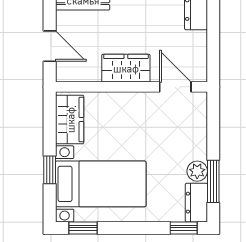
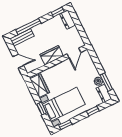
door: (175, 87) -> (74, 53), swing flipped
window: (184, 228) -> (93, 111), moved

